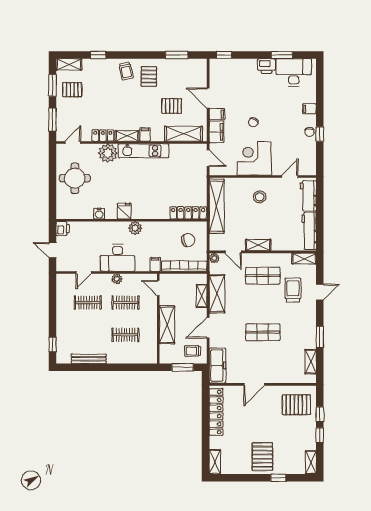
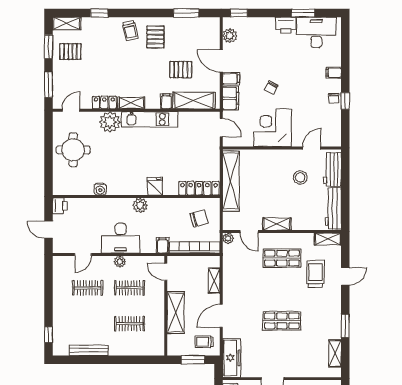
plant: (216, 75) -> (230, 36), added
filing cabinet: (145, 134) -> (166, 101), moved
stool: (260, 197) -> (300, 177), moved
fridge: (124, 211) -> (155, 186), moved
shelving: (217, 294) -> (231, 278), removed

